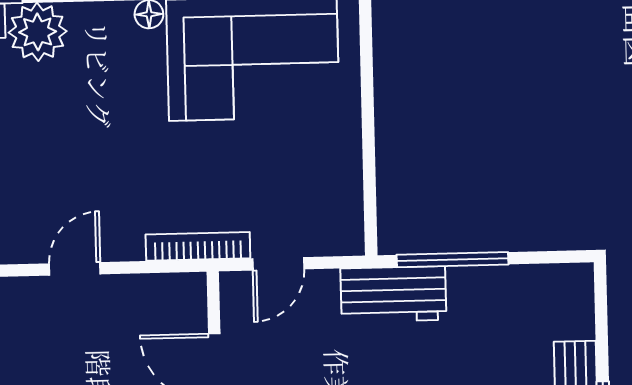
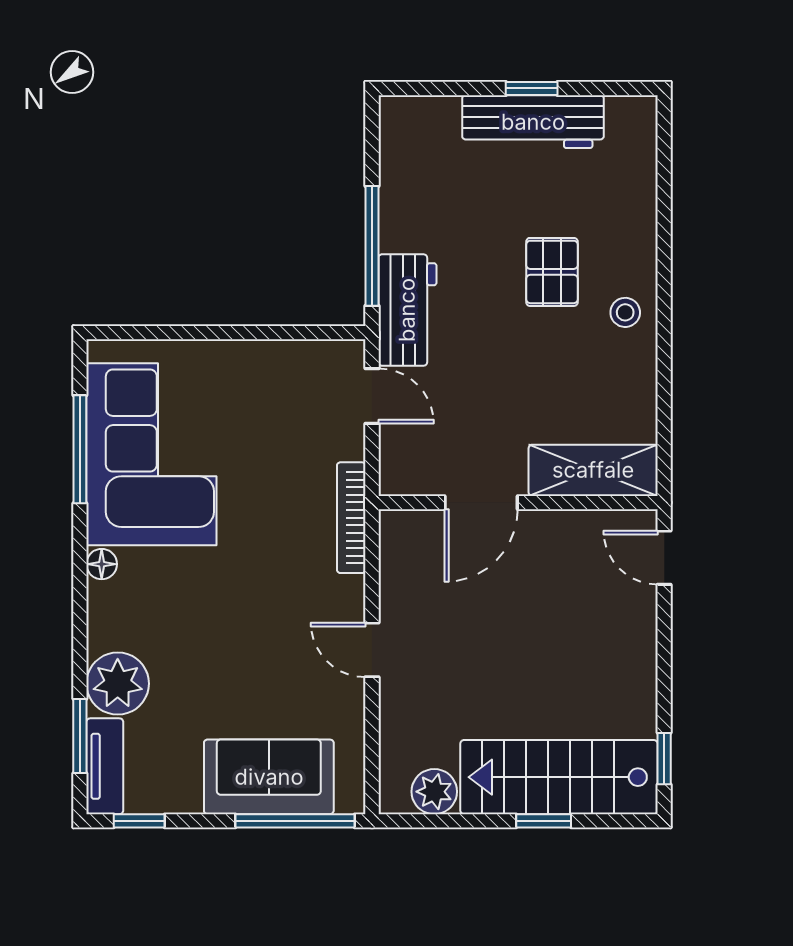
door: (278, 264) -> (372, 396), moved

